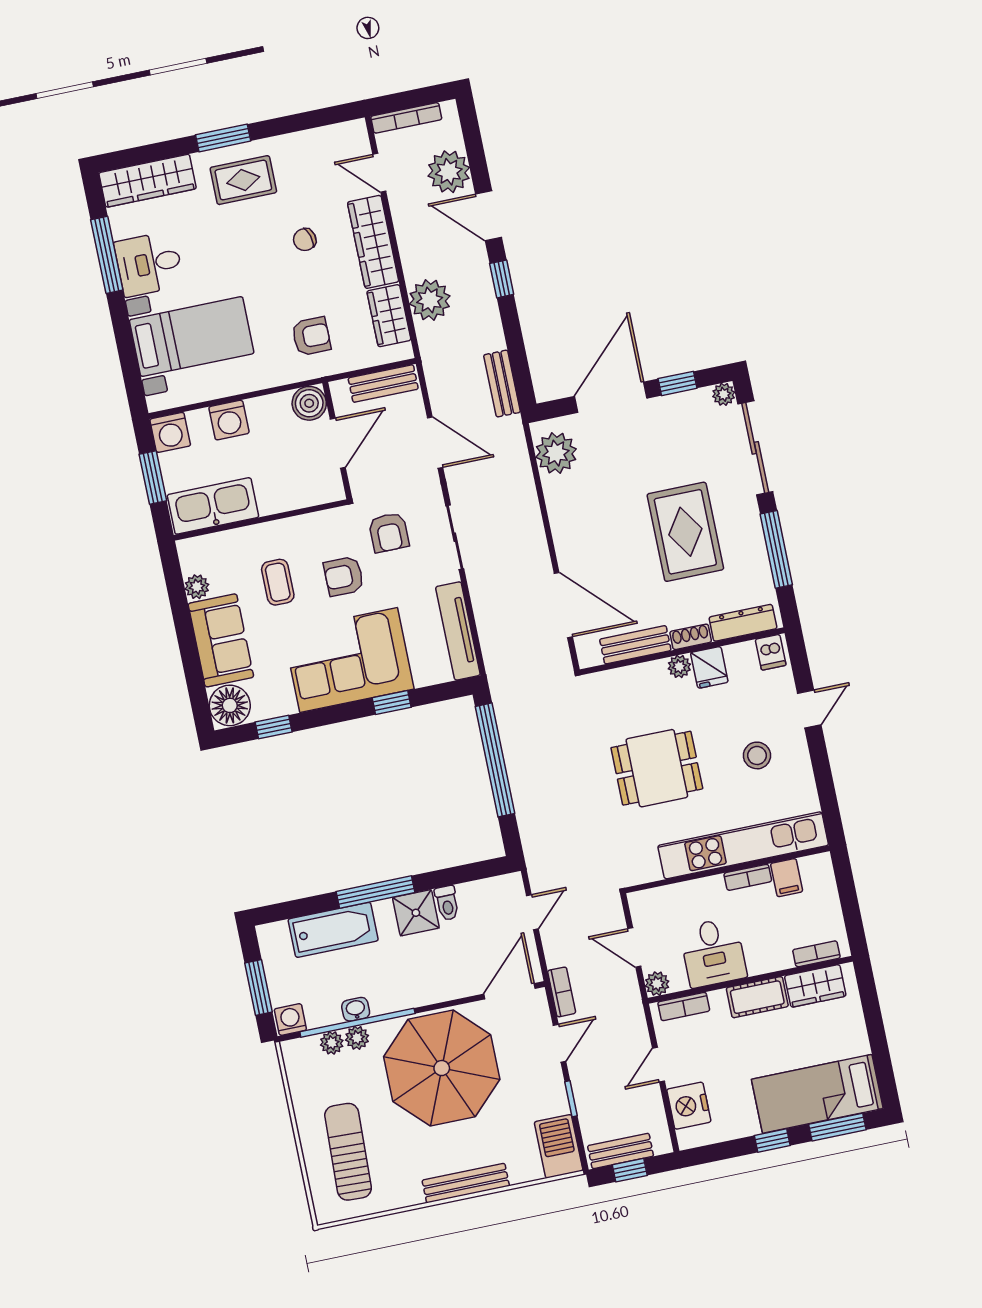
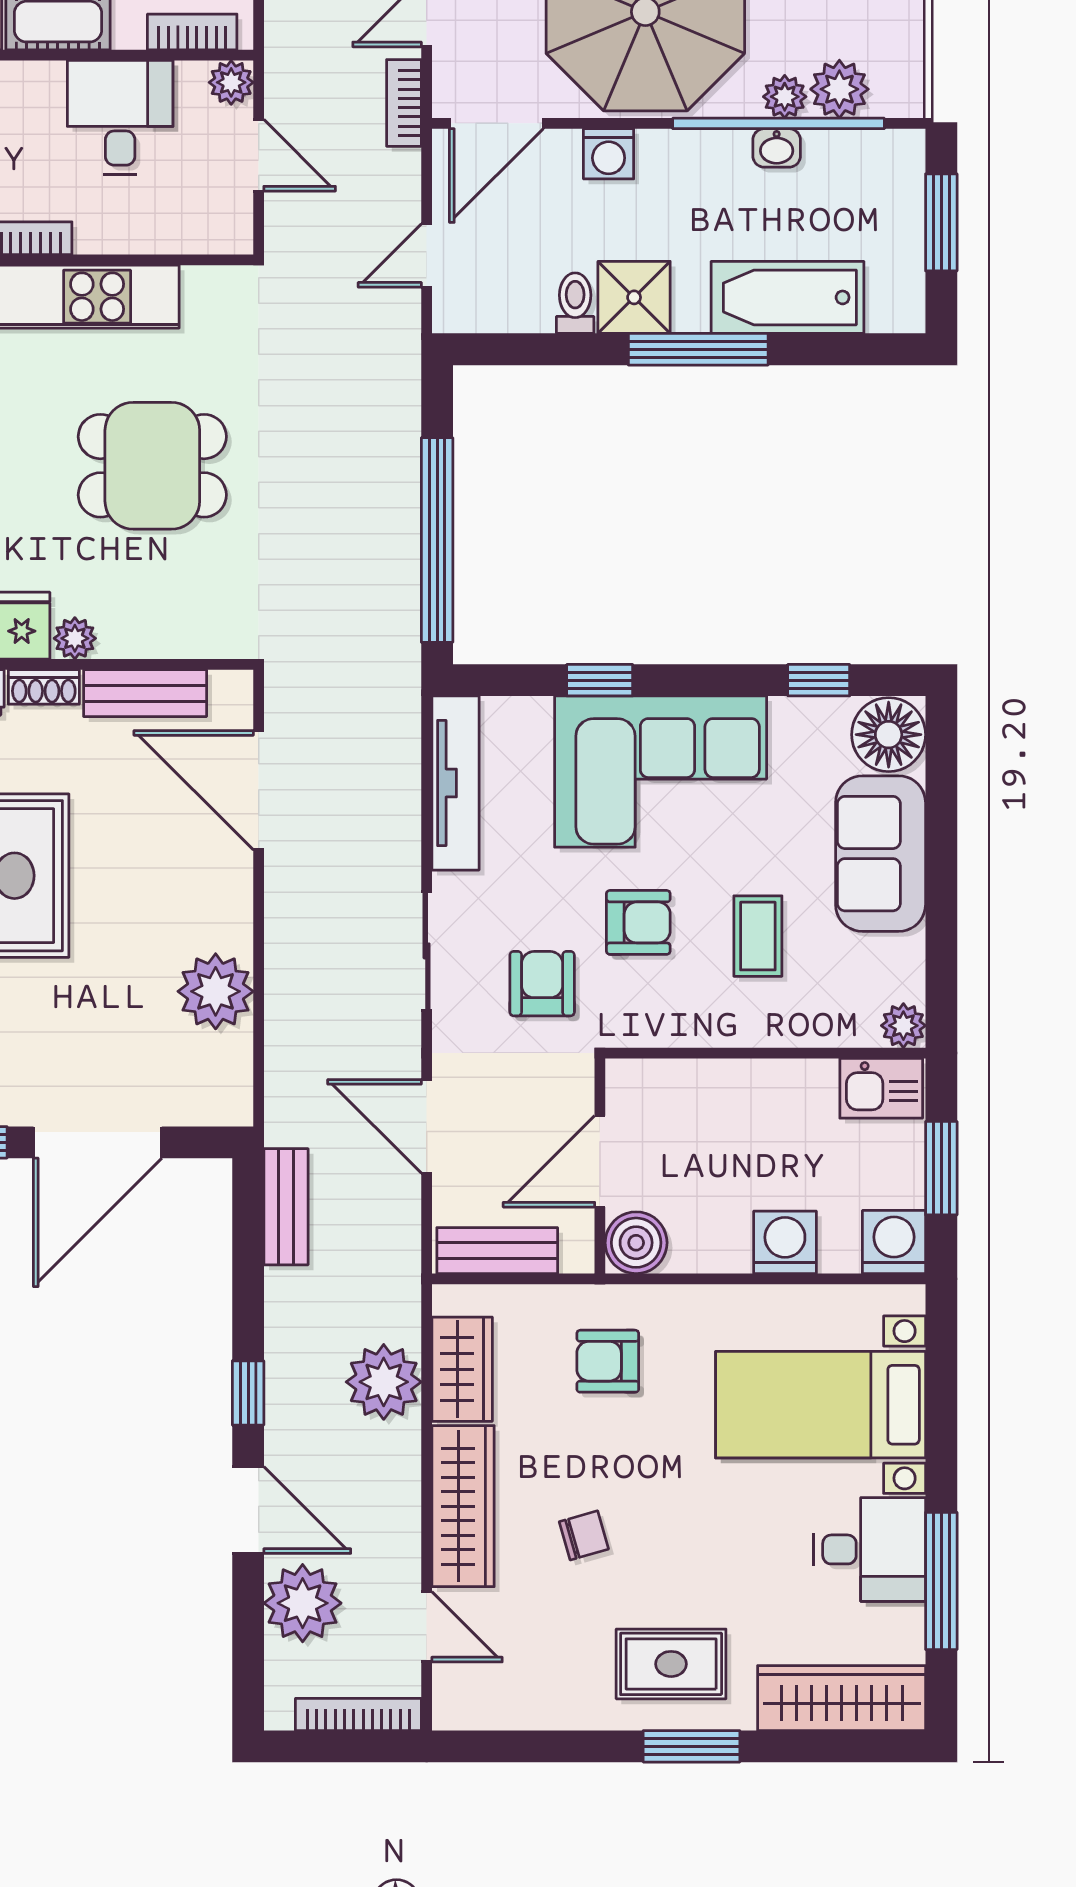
plant: (556, 453) -> (216, 991), moved
kitchen sink: (213, 506) -> (881, 1088), width x0.53, depth x0.81
plant: (197, 587) -> (903, 1026), moved
washing machine: (290, 1019) -> (609, 154), moved
plant: (332, 1043) -> (839, 89), width x1.38, depth x1.38

